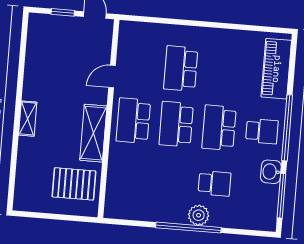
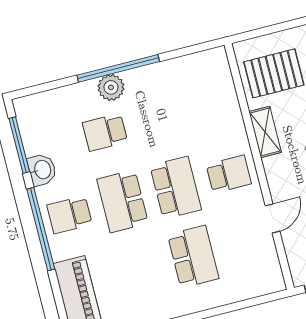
school desk: (133, 121) -> (229, 174), width x0.54
school desk: (219, 128) -> (123, 201), turned 180
shelving: (93, 133) -> (265, 132), width x0.67, depth x0.75

